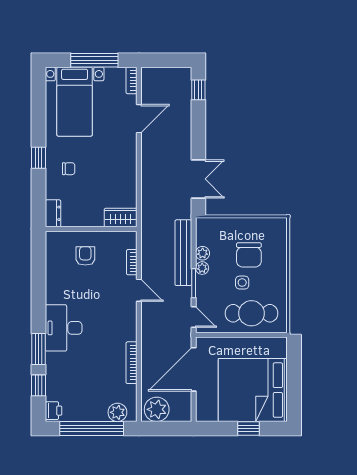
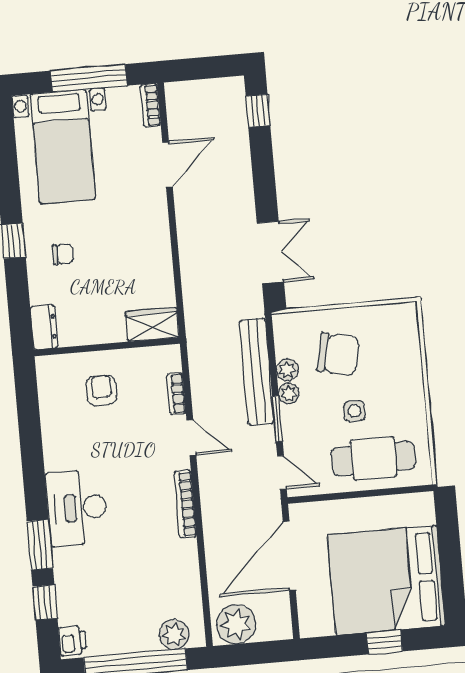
chair: (249, 255) -> (338, 354), moved, turned -77
bookcase: (131, 363) -> (185, 504), moved

